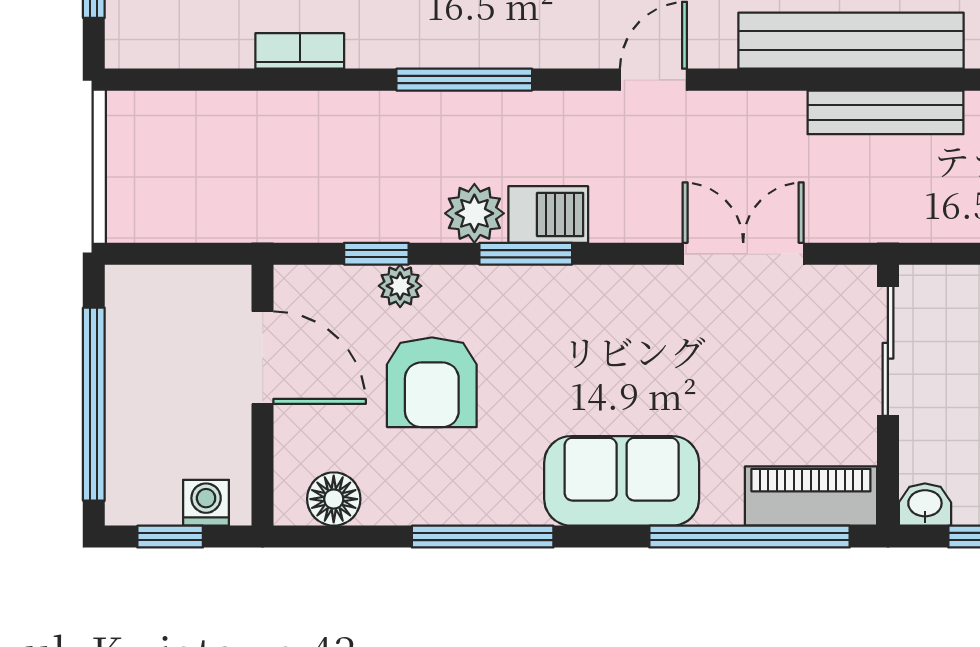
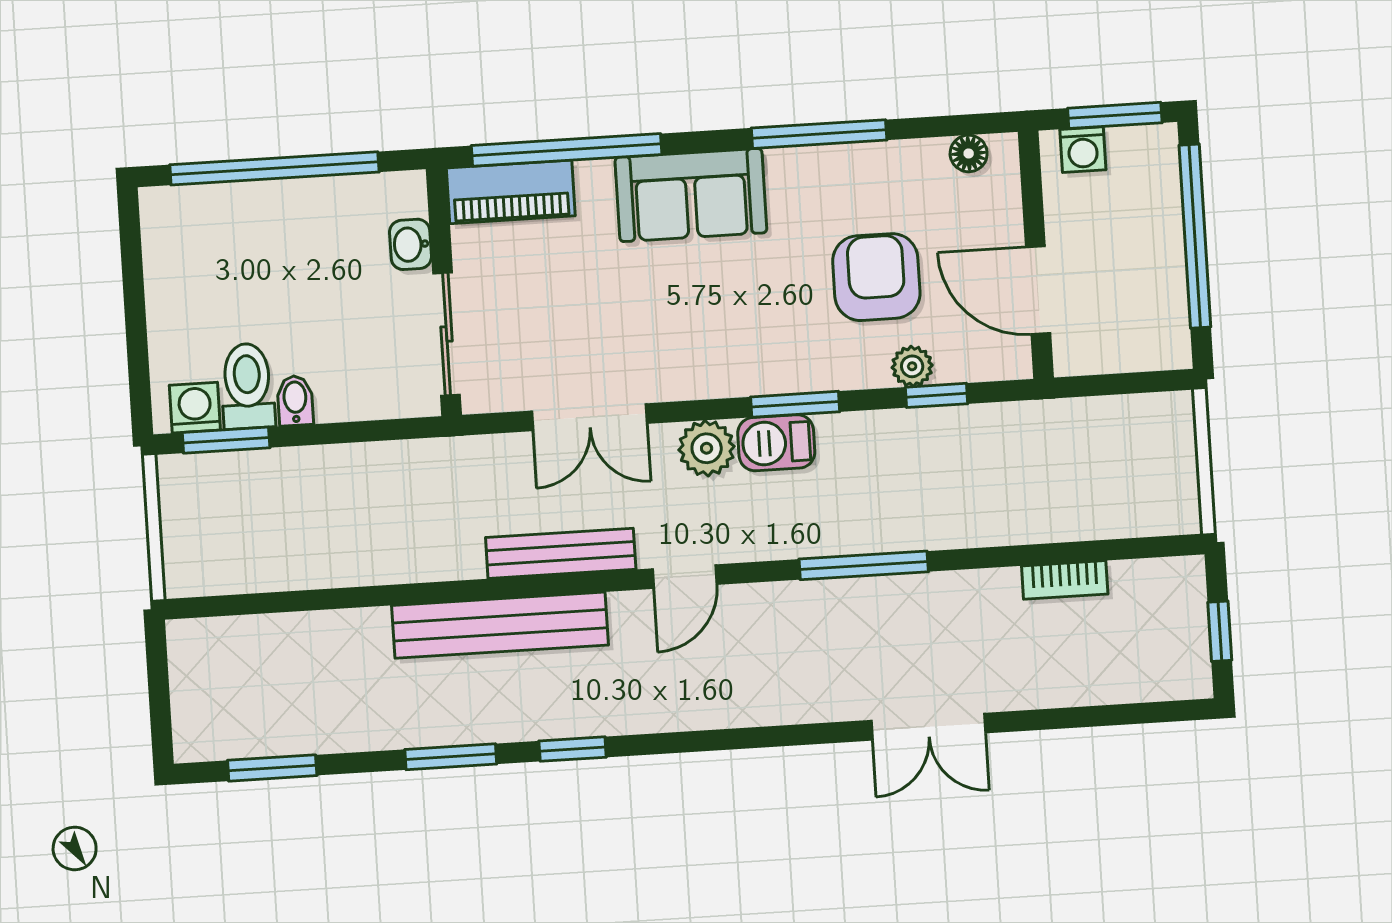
bookcase: (300, 51) -> (1065, 580), moved
bench: (886, 112) -> (561, 553), moved
plant: (474, 213) -> (707, 448), moved
floor lamp: (334, 499) -> (969, 153), width x0.73, depth x0.73
washbasin: (925, 505) -> (410, 244), moved, turned 90
window: (170, 537) -> (1115, 115), width x1.50

